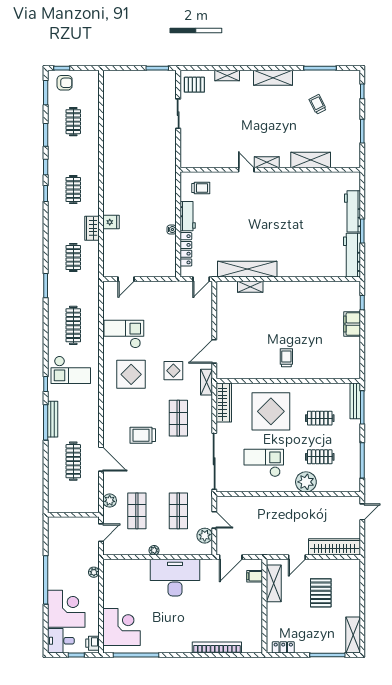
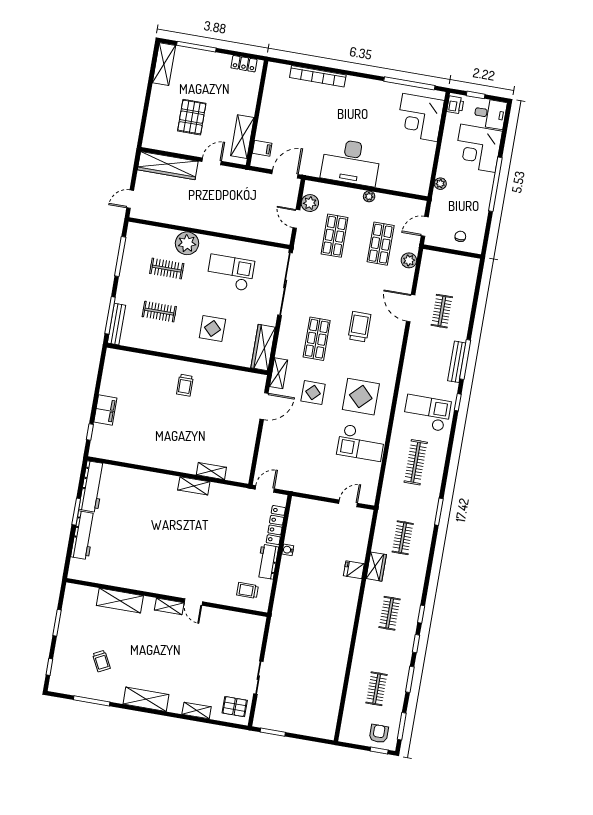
armchair: (65, 83) -> (379, 734), turned 90
shelving: (247, 269) -> (194, 486), width x0.45, depth x0.75
display table: (271, 411) -> (212, 329), width x0.54, depth x0.54
trolley: (143, 435) -> (359, 327), turned -90
clothes rail: (73, 461) -> (442, 311), width x0.73
checkout: (264, 463) -> (230, 273), turned 180
chair: (68, 529) -> (460, 236), added

